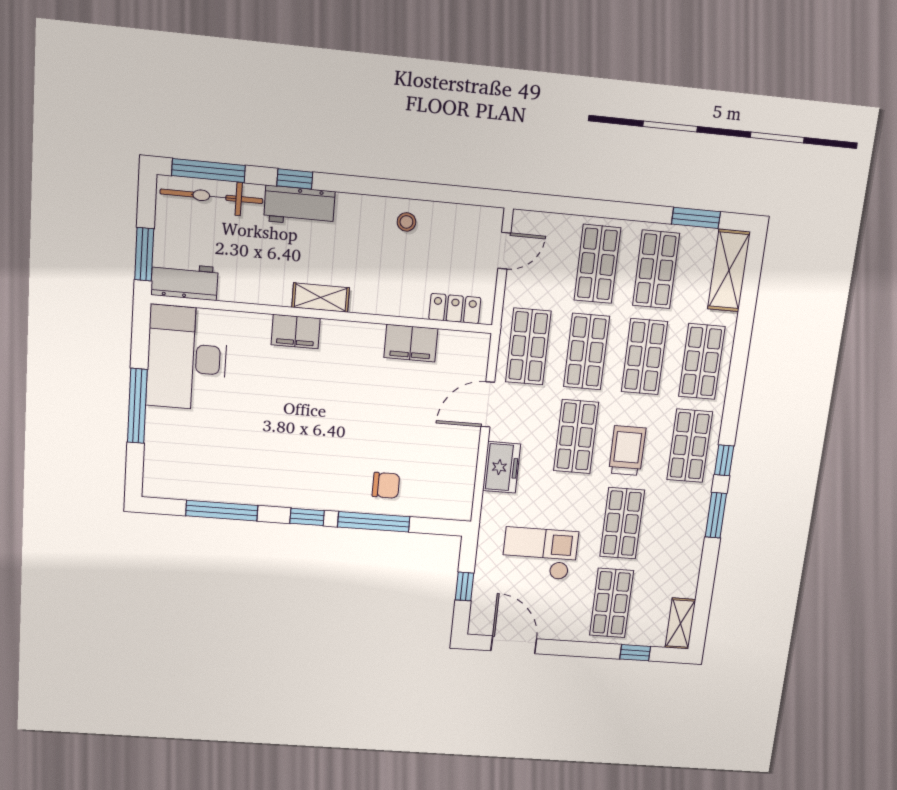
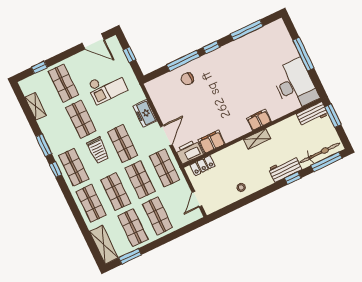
printer: (464, 349) -> (189, 152), added
shelving: (680, 624) -> (36, 106), moved

